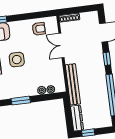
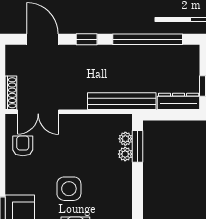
double door: (61, 45) -> (38, 112), moved
window: (21, 101) -> (138, 146), moved

